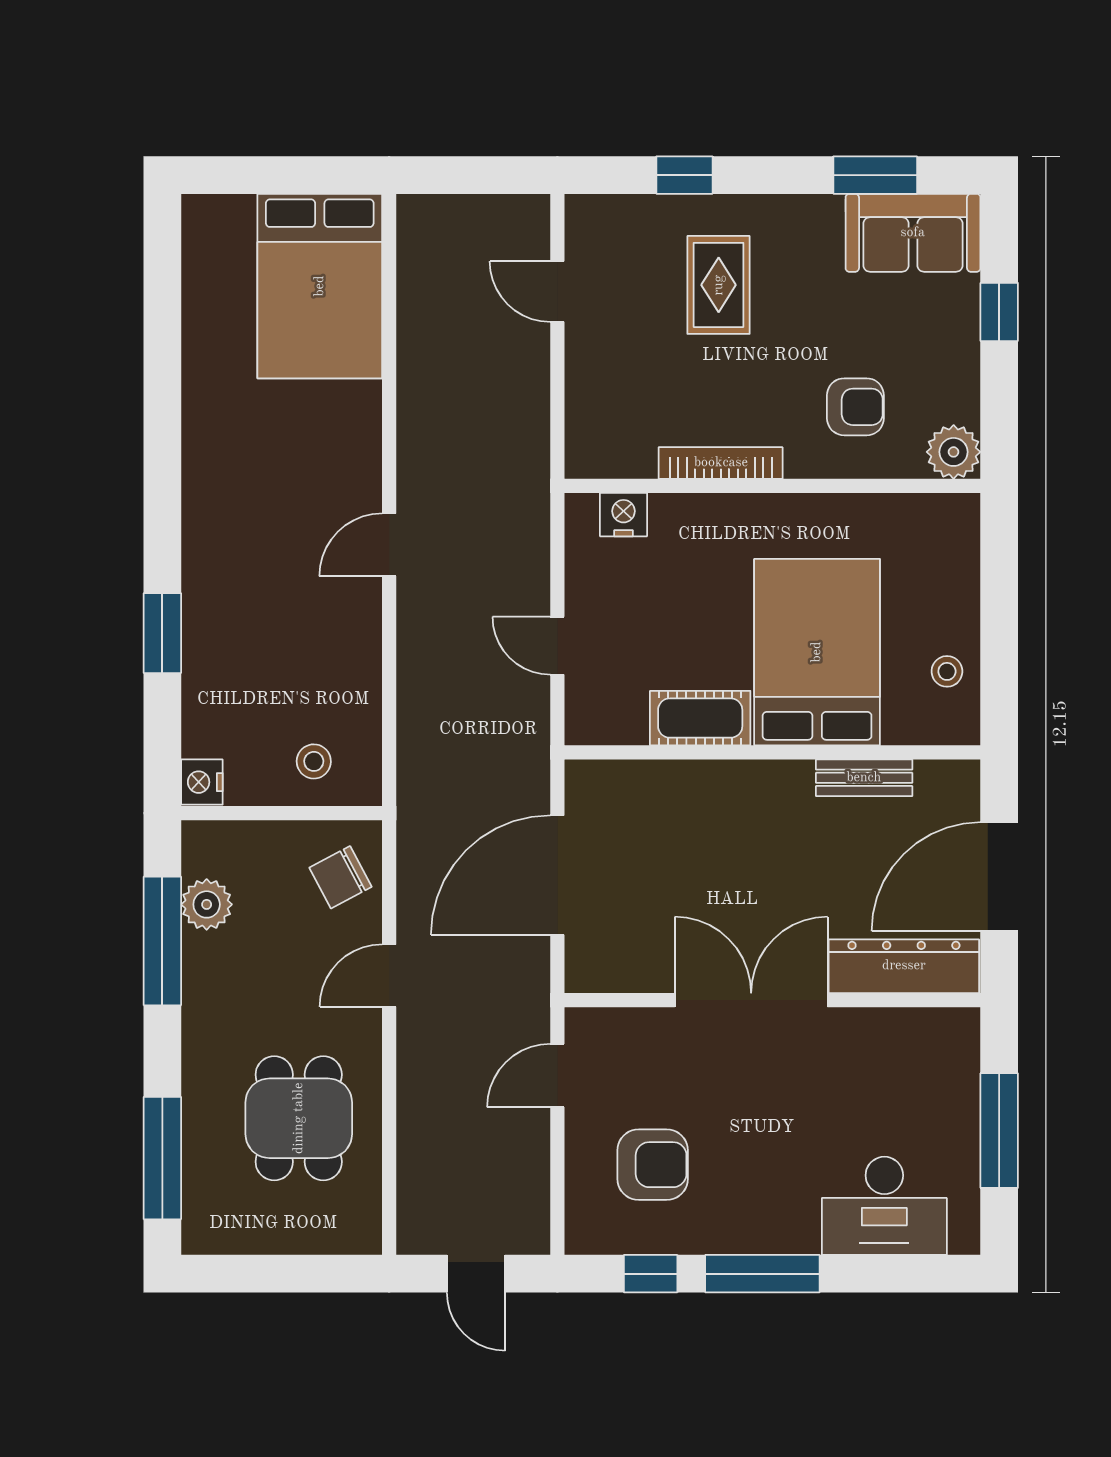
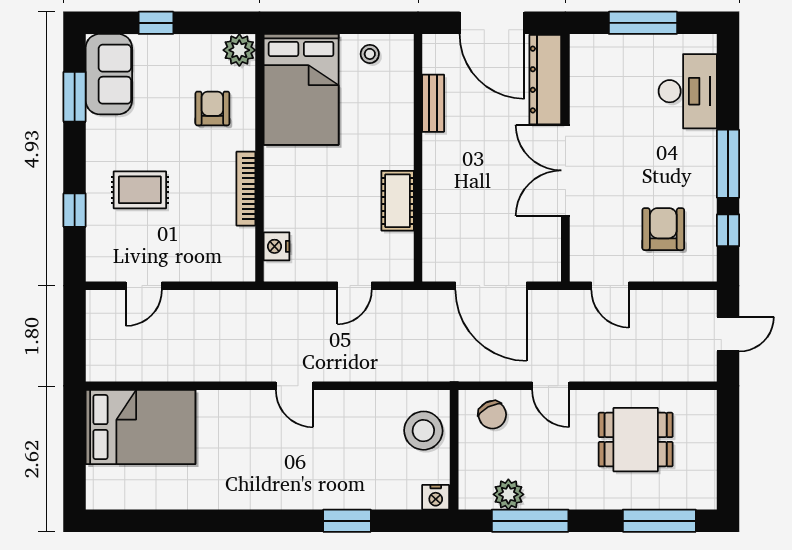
bed: (817, 652) -> (301, 89), moved, turned -90
stool: (314, 761) -> (423, 431), width x1.89, depth x1.89

